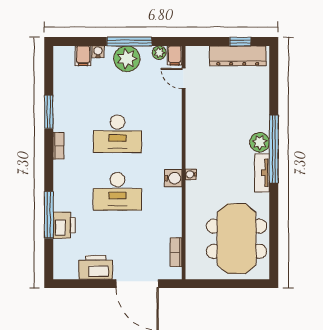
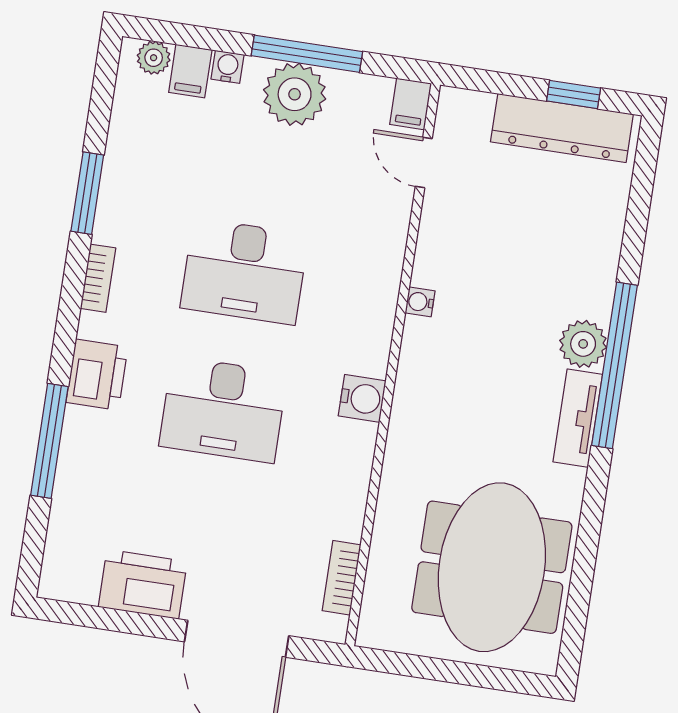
plant: (159, 53) -> (154, 58), moved
water cooler: (191, 174) -> (420, 302), moved
printer: (64, 225) -> (97, 375), moved

